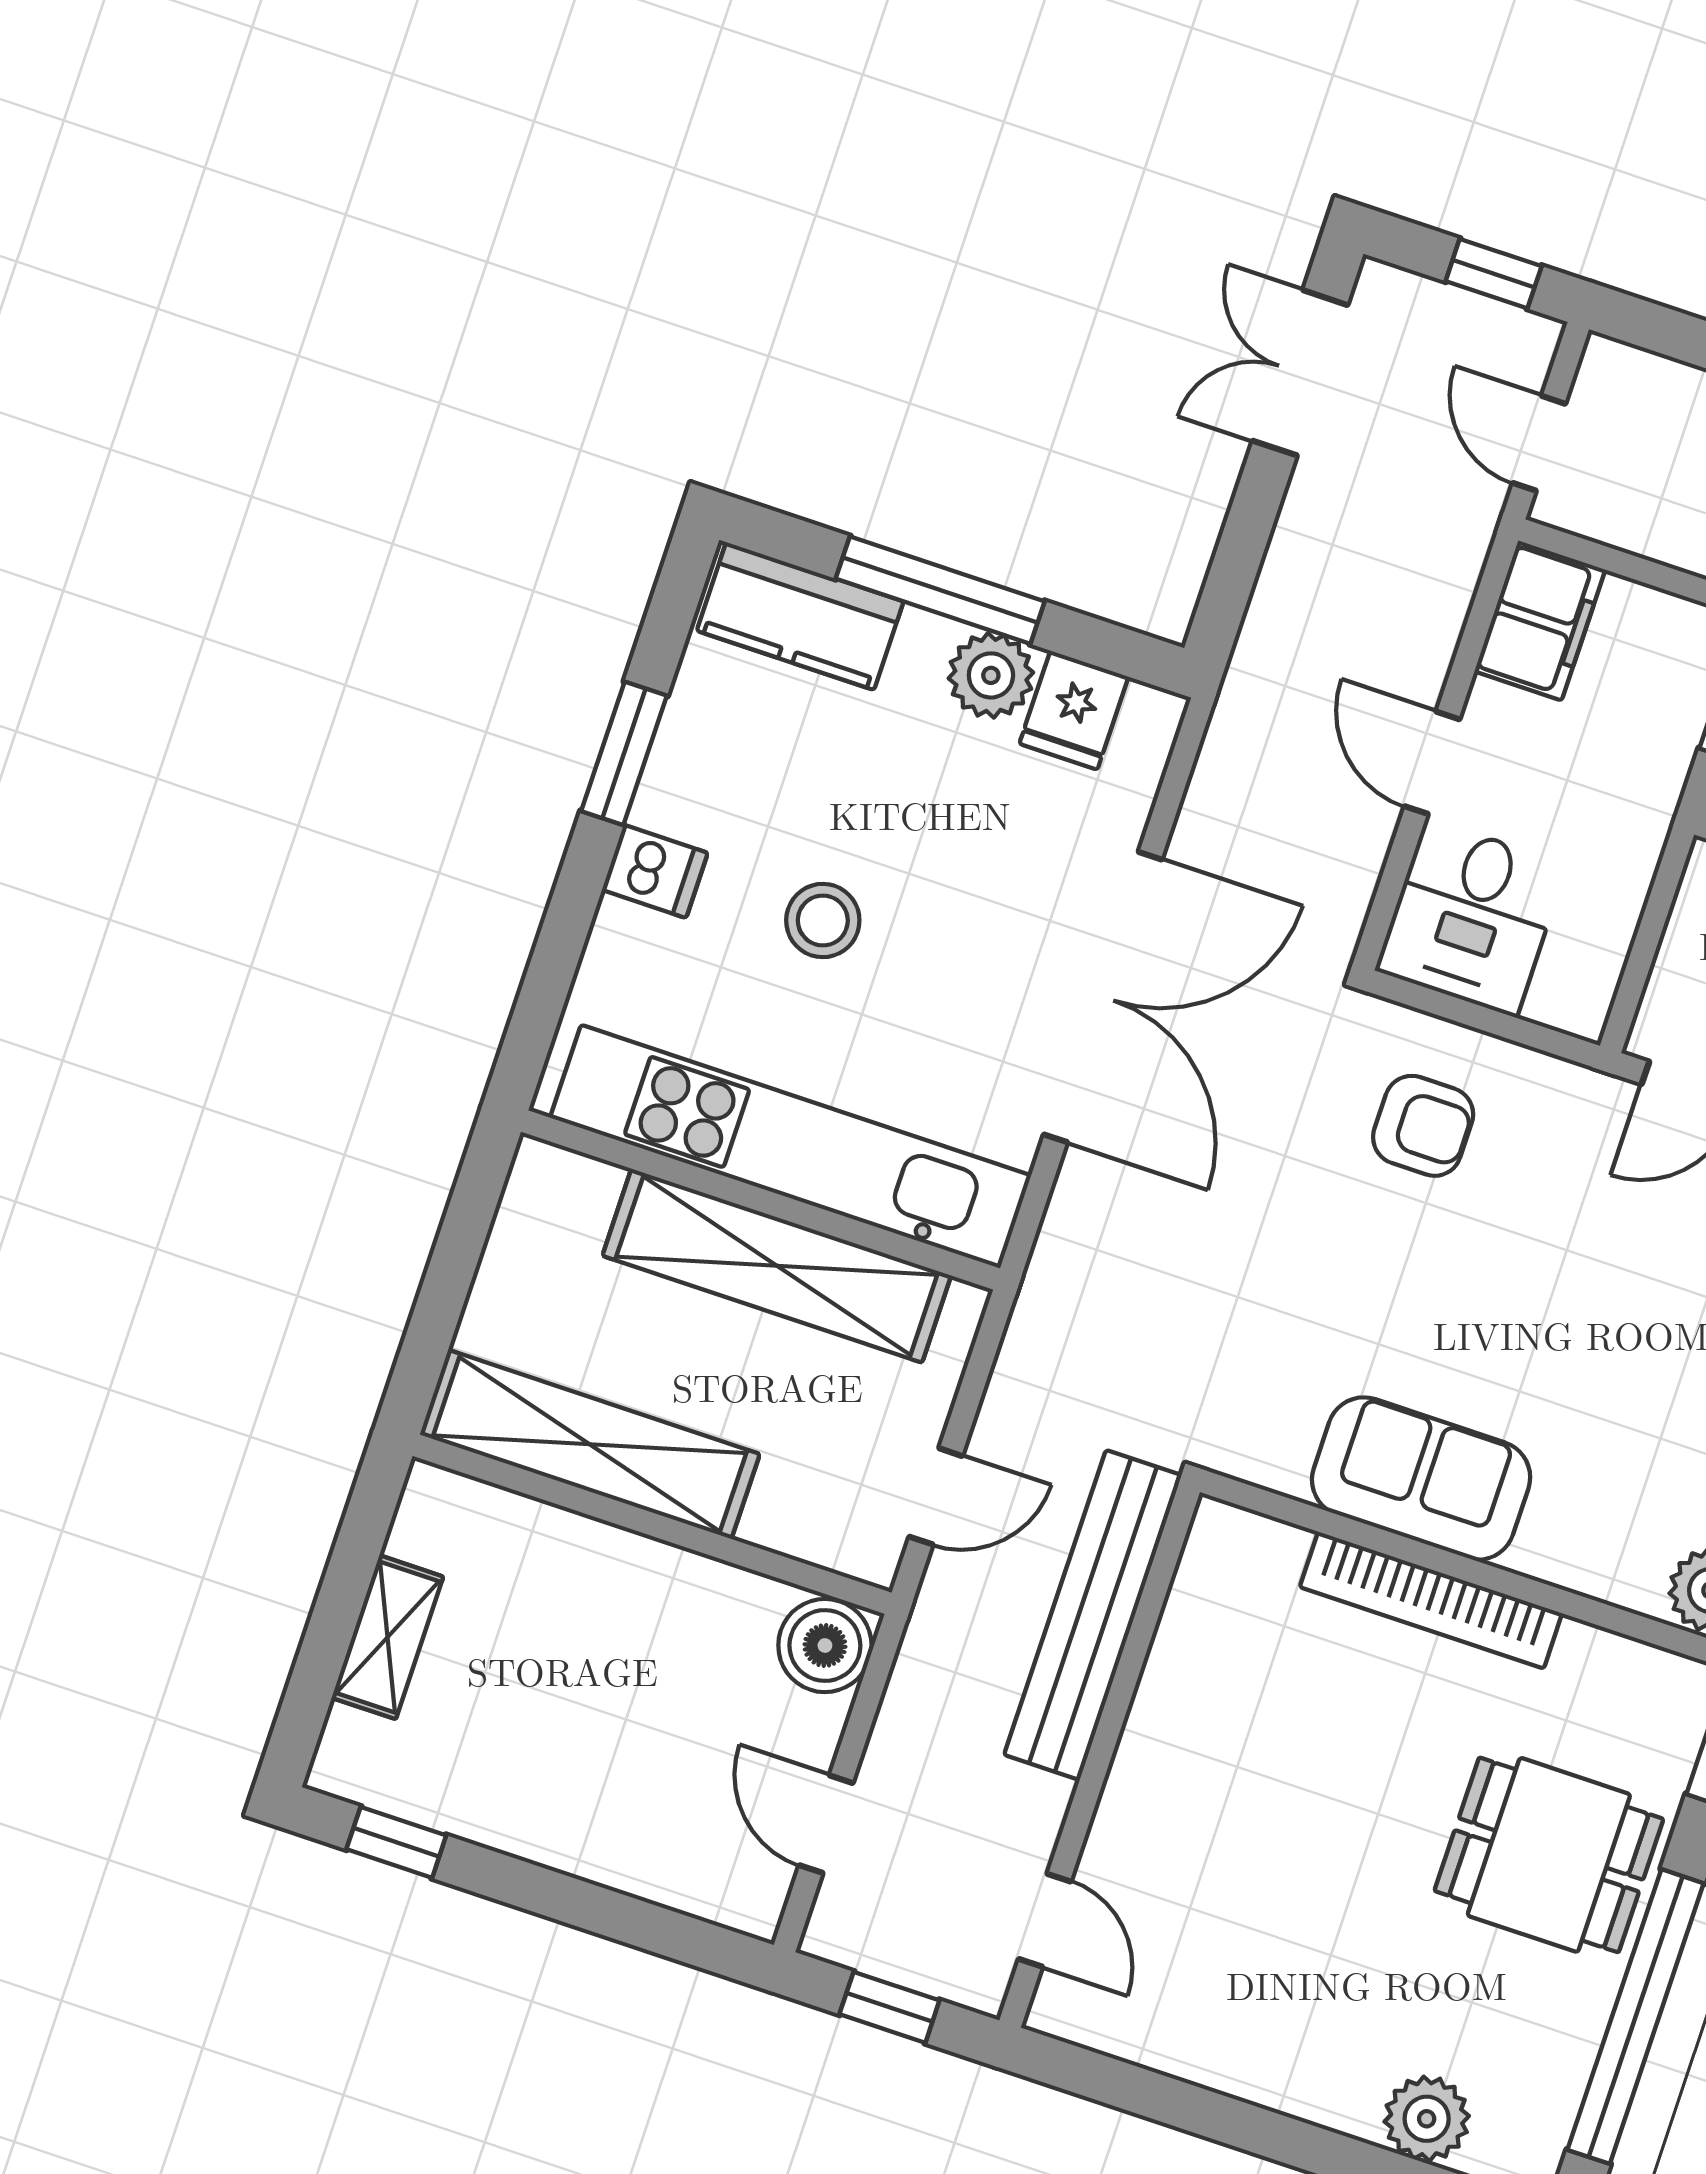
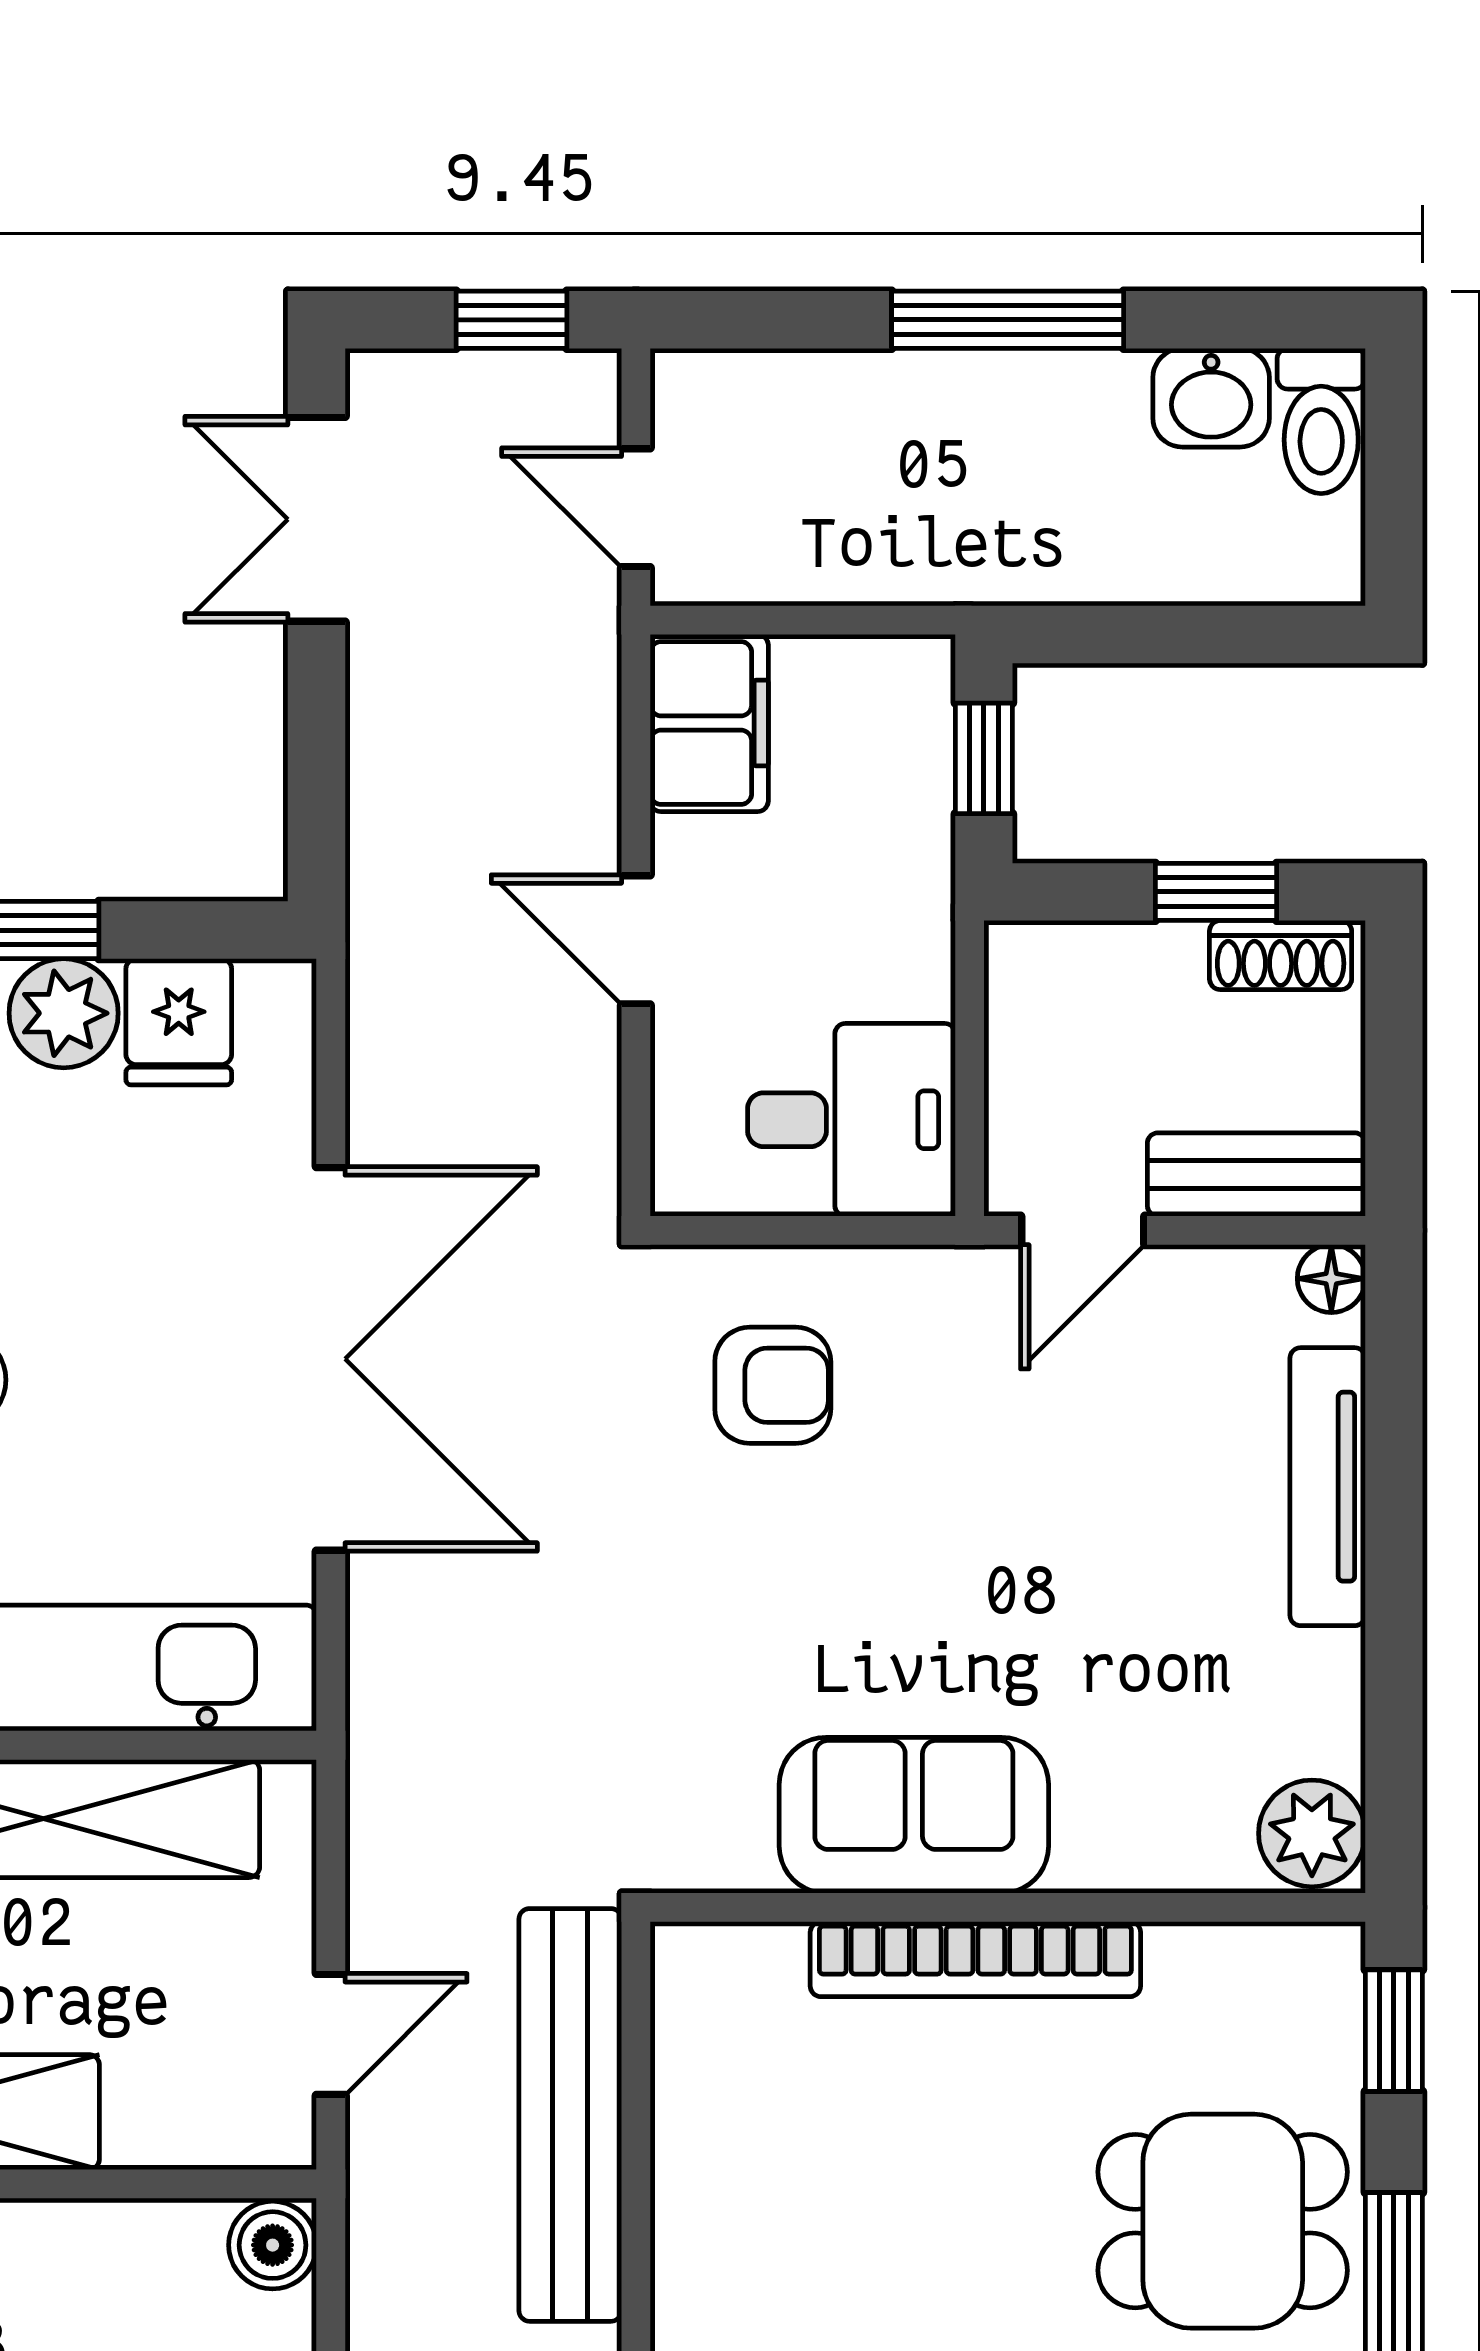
desk: (1471, 917) -> (851, 1120), moved, turned -90
boiler: (825, 1646) -> (273, 2245), width x0.73, depth x0.73

